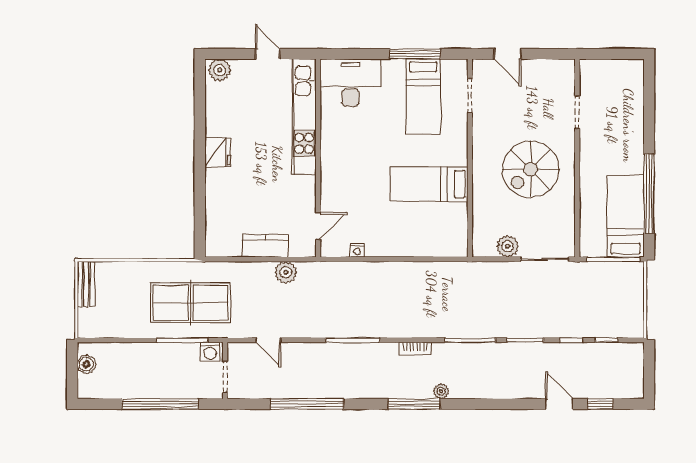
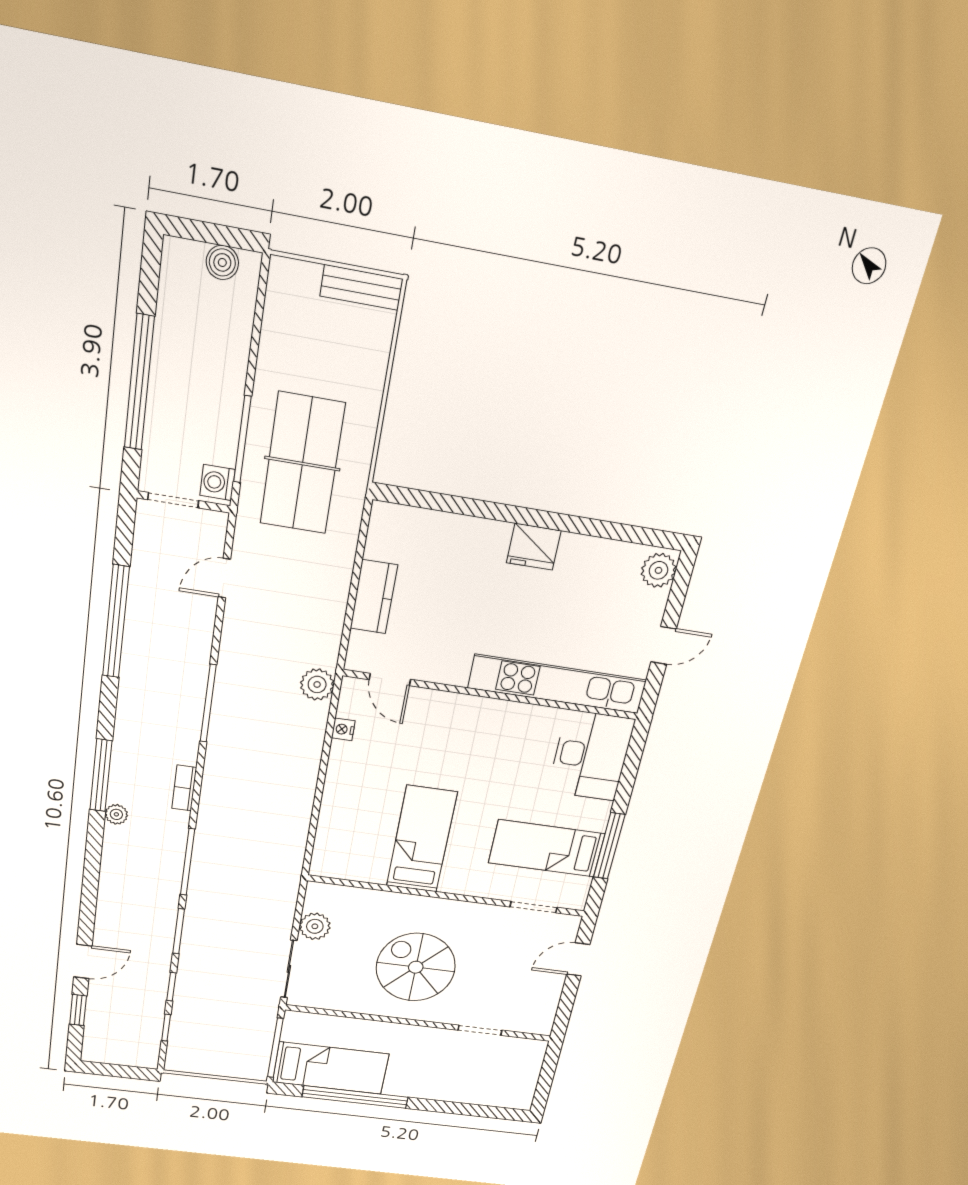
plant: (286, 272) -> (317, 684), moved

